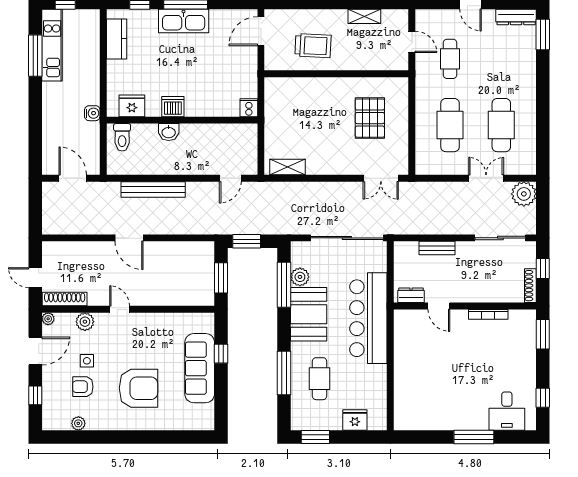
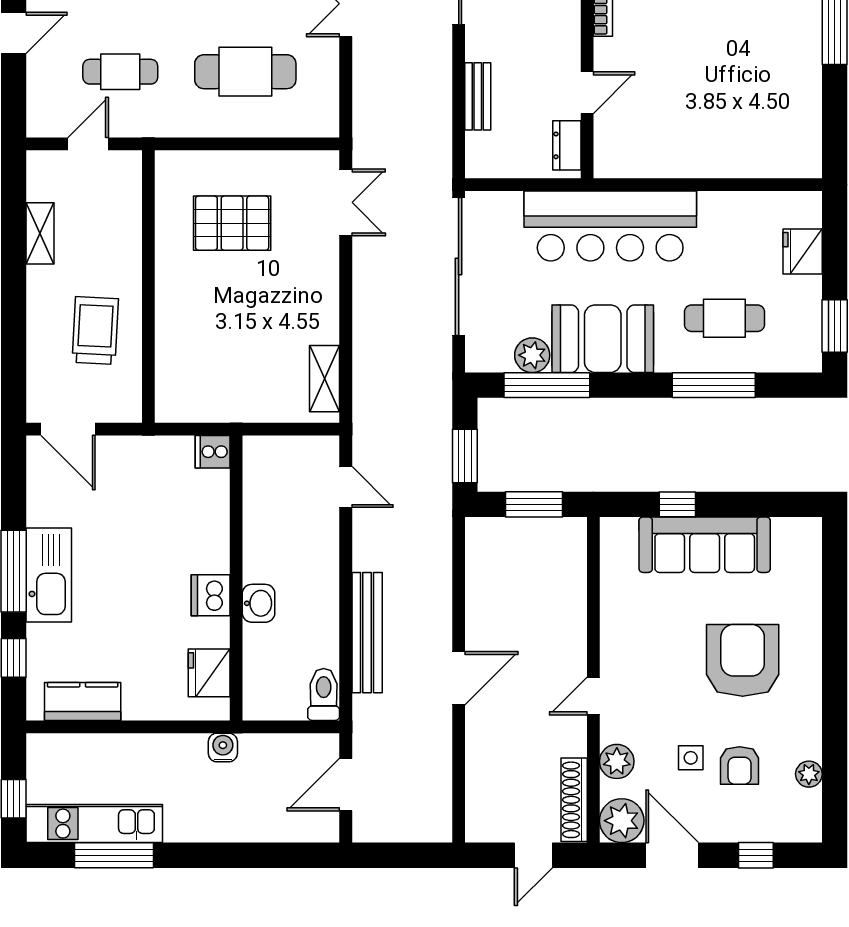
toilet: (122, 137) -> (324, 694), moved, turned -90
plant: (48, 319) -> (622, 821), width x1.87, depth x1.87

